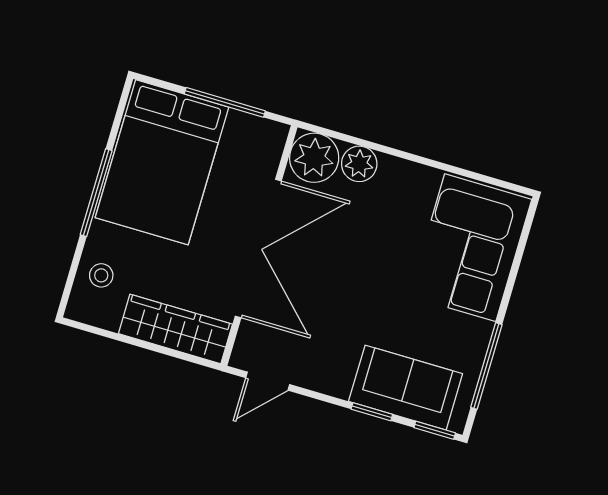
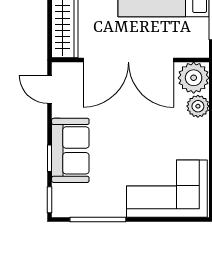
sofa: (406, 388) -> (70, 150), moved

